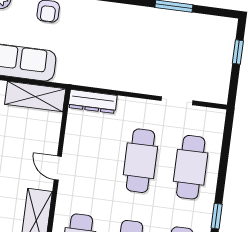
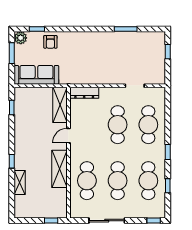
shelving: (35, 96) -> (60, 105), moved, turned 90
door: (58, 168) -> (68, 136), hinge flipped

